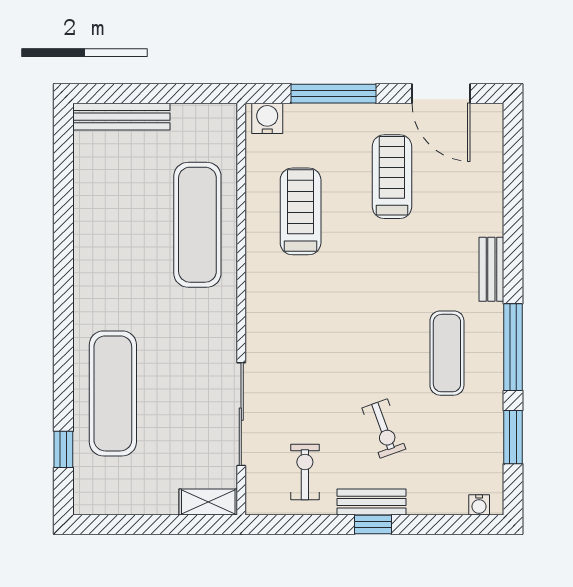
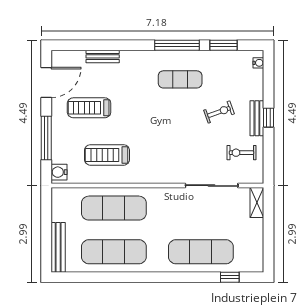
exercise mat: (113, 225) -> (114, 252), added
bench: (491, 269) -> (103, 56), moved

